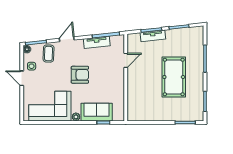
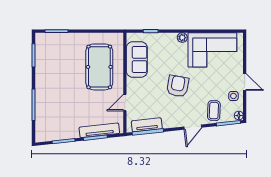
tv unit: (153, 36) -> (99, 130), width x1.41
tv unit: (97, 42) -> (147, 125), moved
armchair: (80, 75) -> (178, 86), turned 100
pool table: (174, 77) -> (99, 67), moved
sofa: (97, 112) -> (137, 59), moved, turned -90

